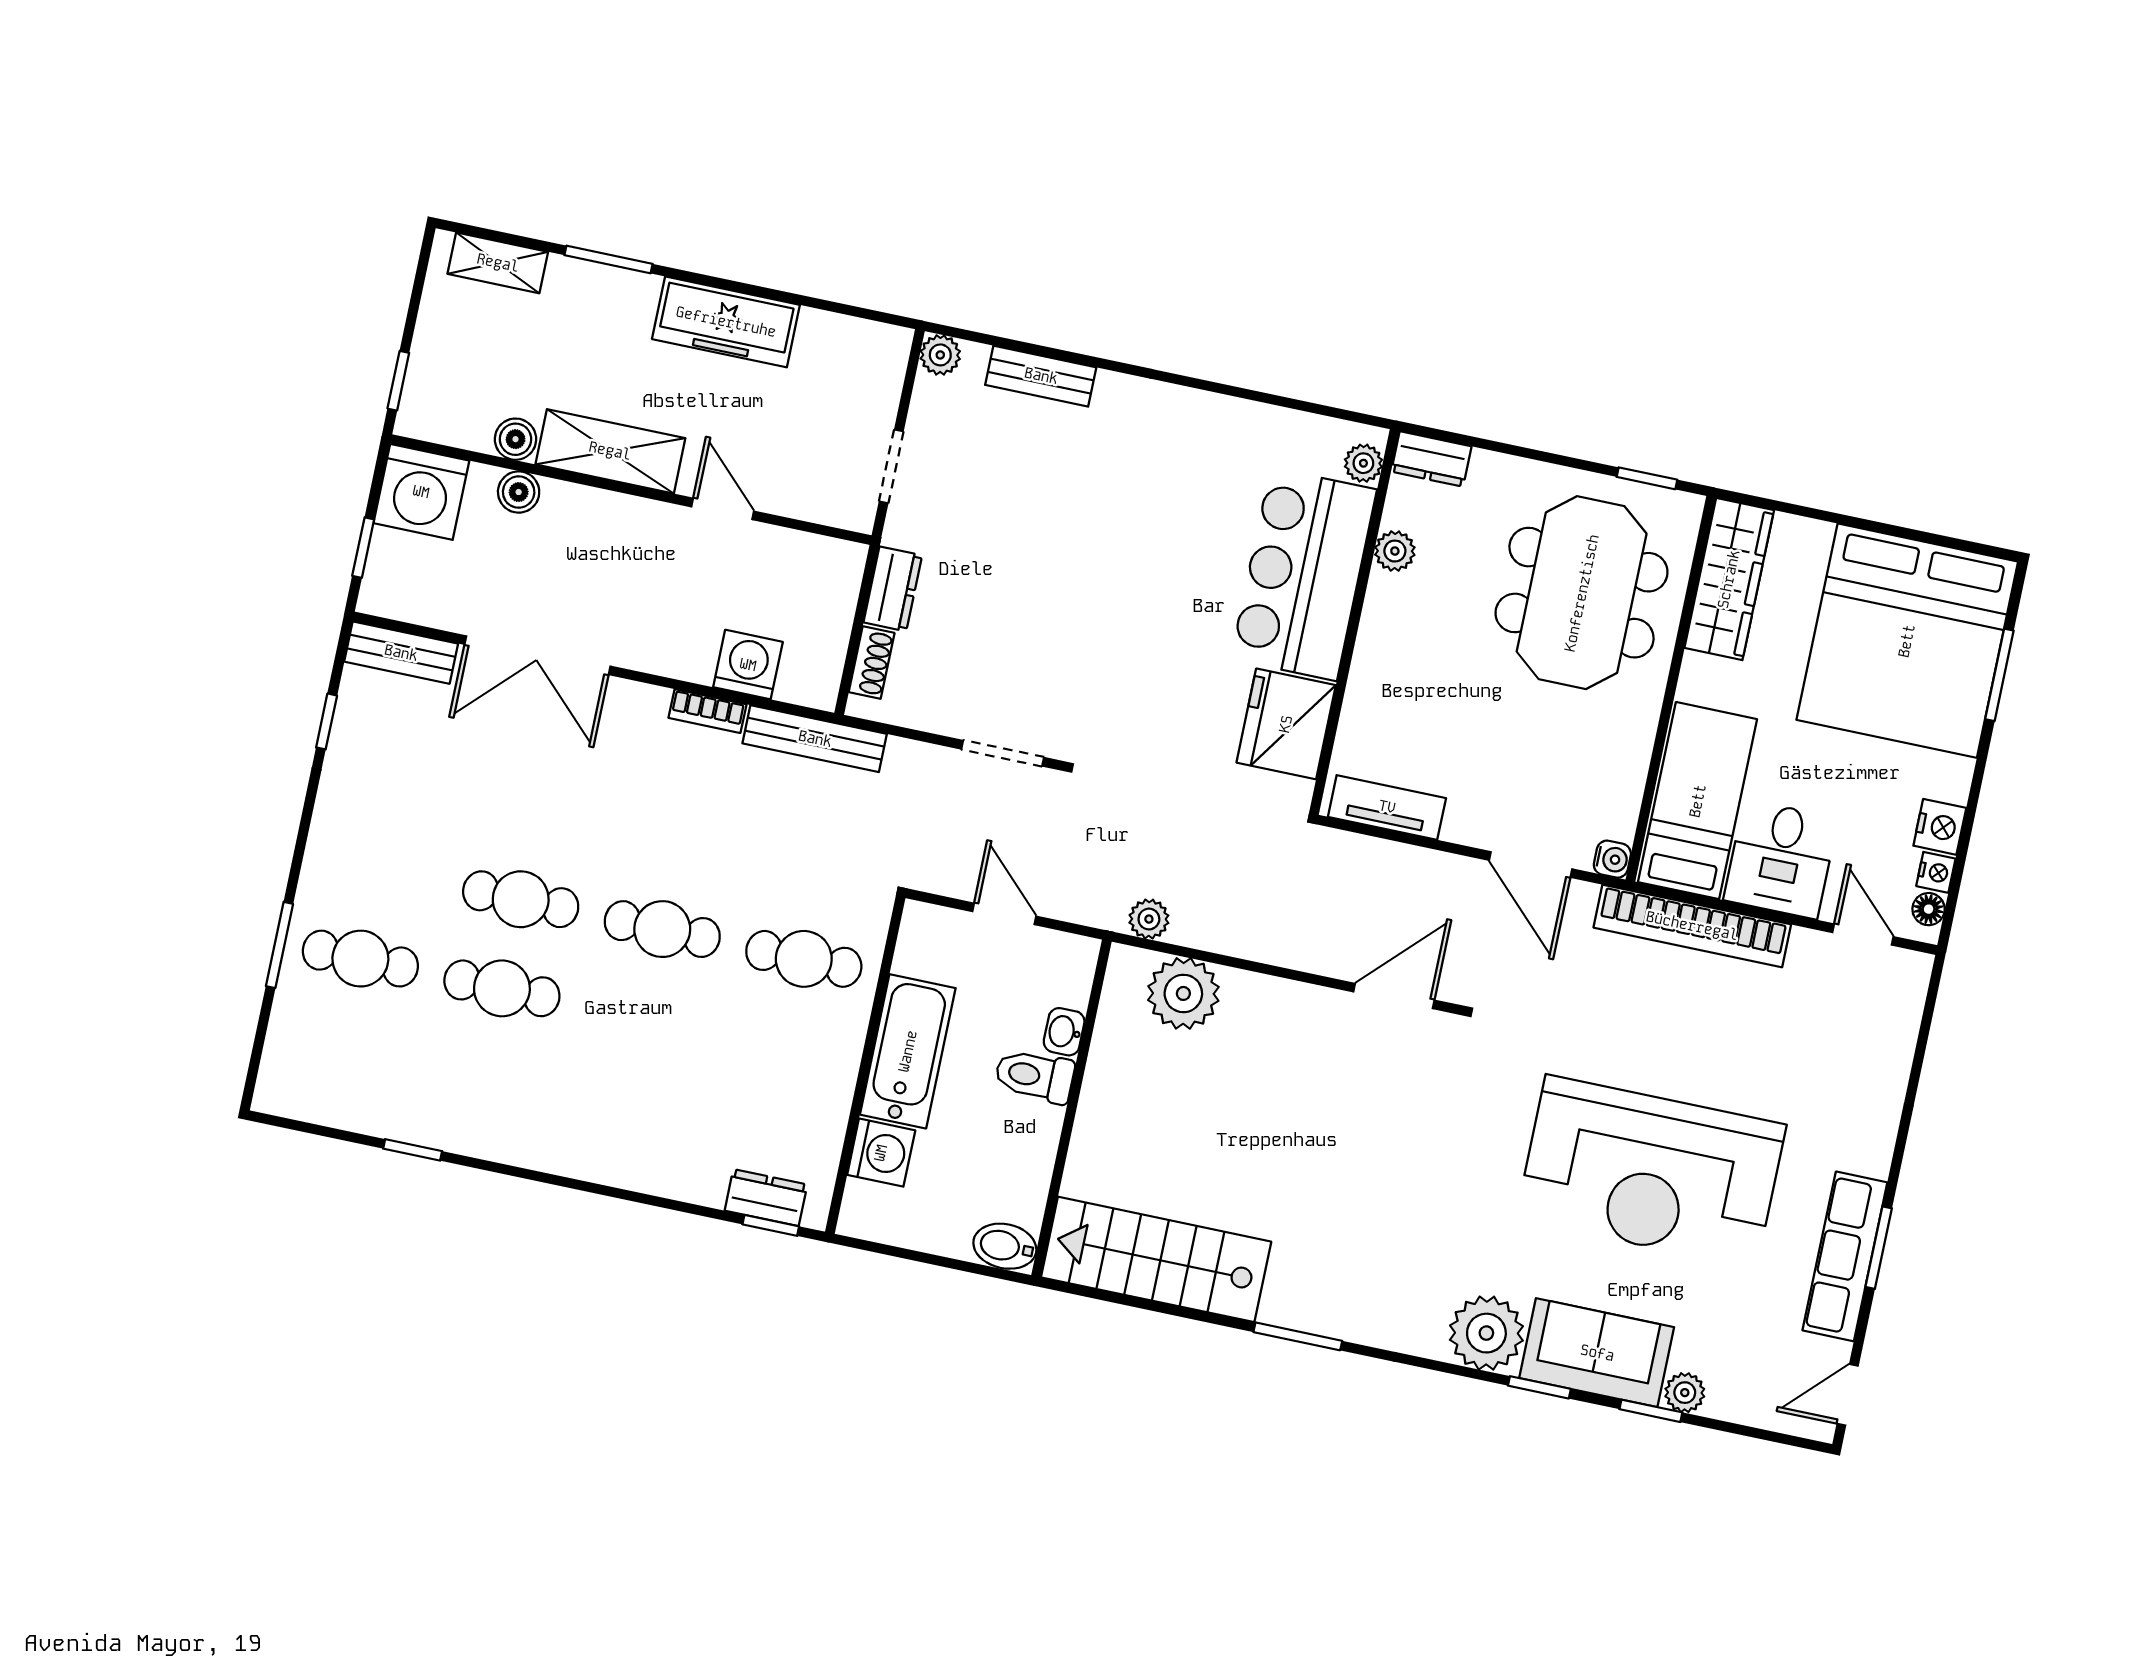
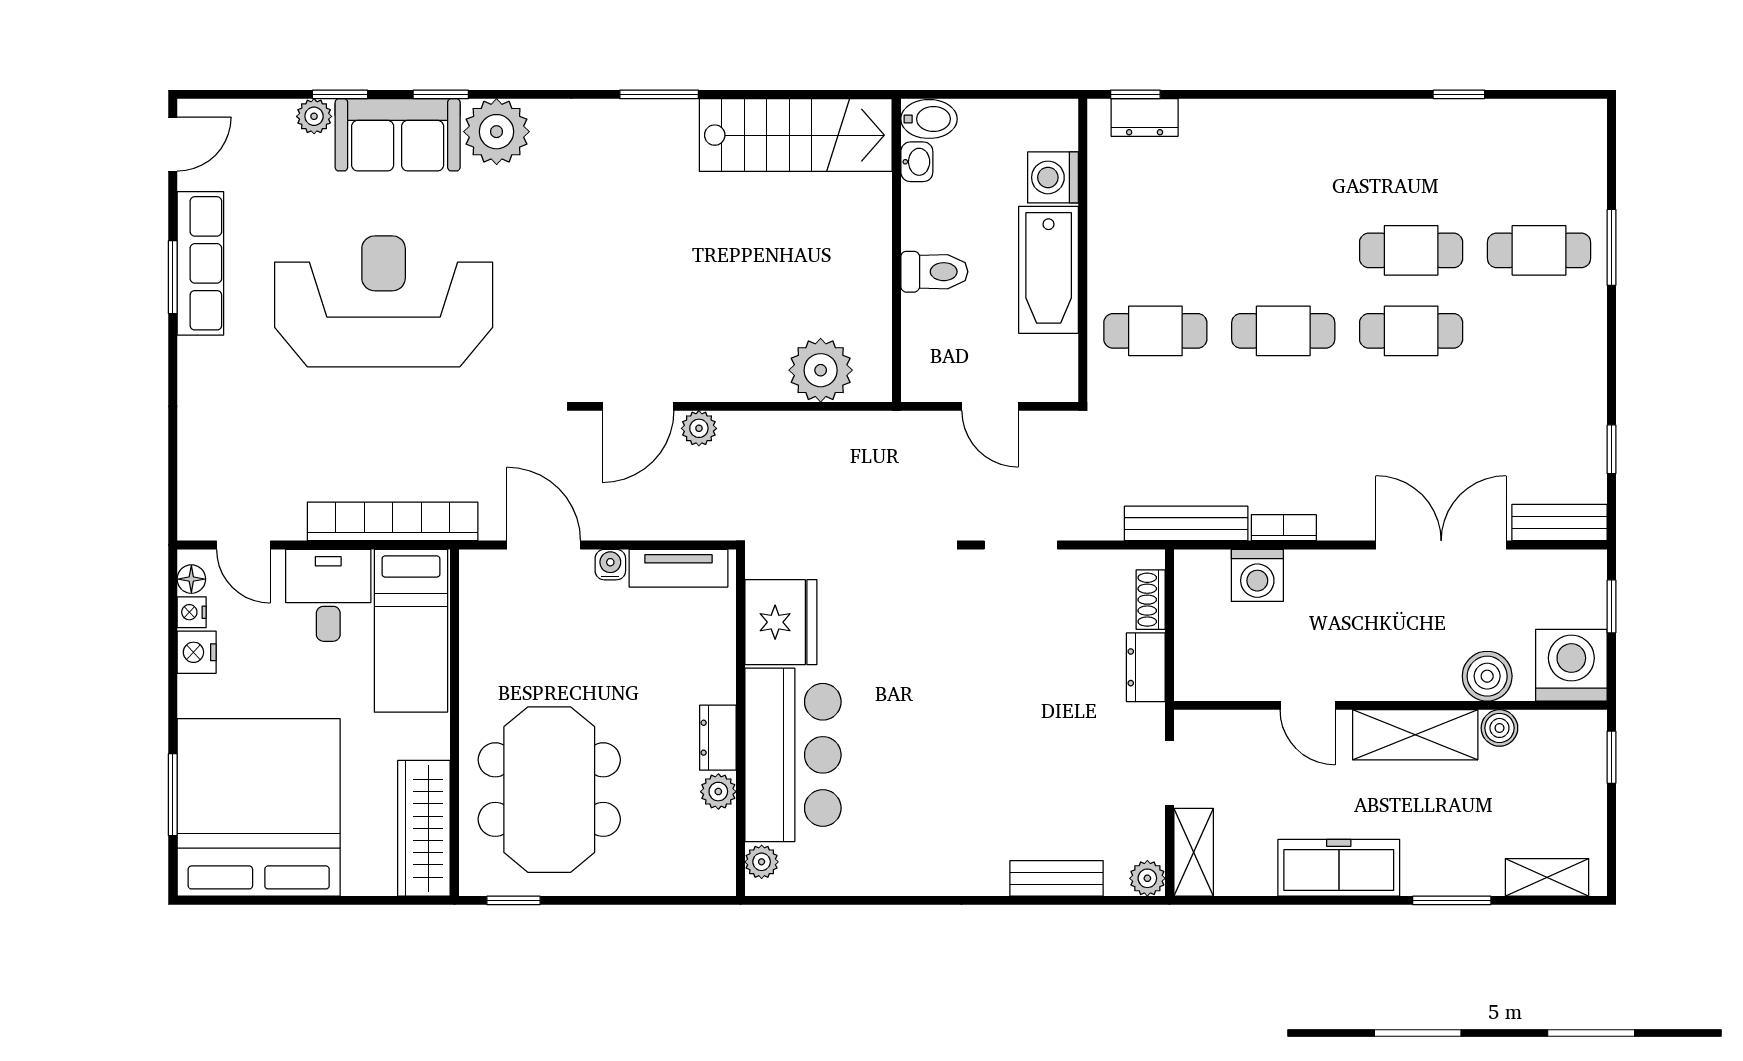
shelving: (883, 373) -> (1194, 852), added
dresser: (1431, 459) -> (718, 738), moved, turned -90
boiler: (519, 492) -> (1487, 676), width x1.36, depth x1.36
water cooler: (1612, 859) -> (610, 565), moved, turned 90
plant: (1149, 919) -> (699, 428), moved
washbasin: (1064, 1032) -> (917, 162), moved

